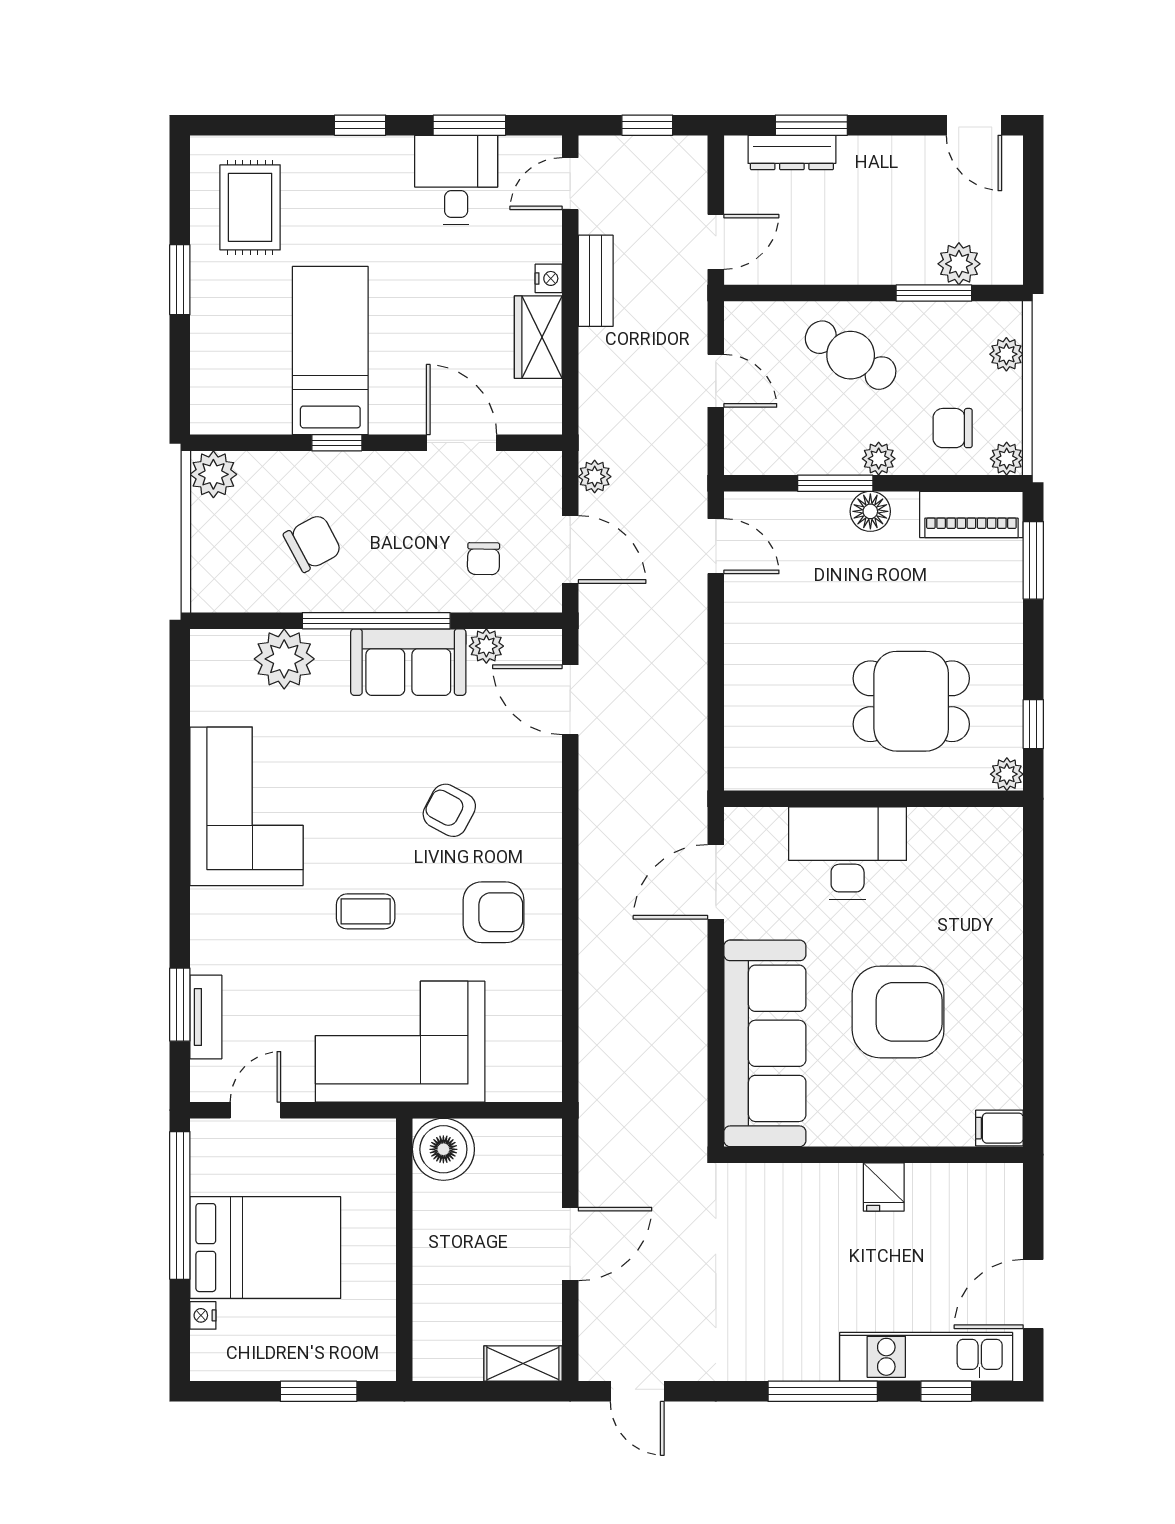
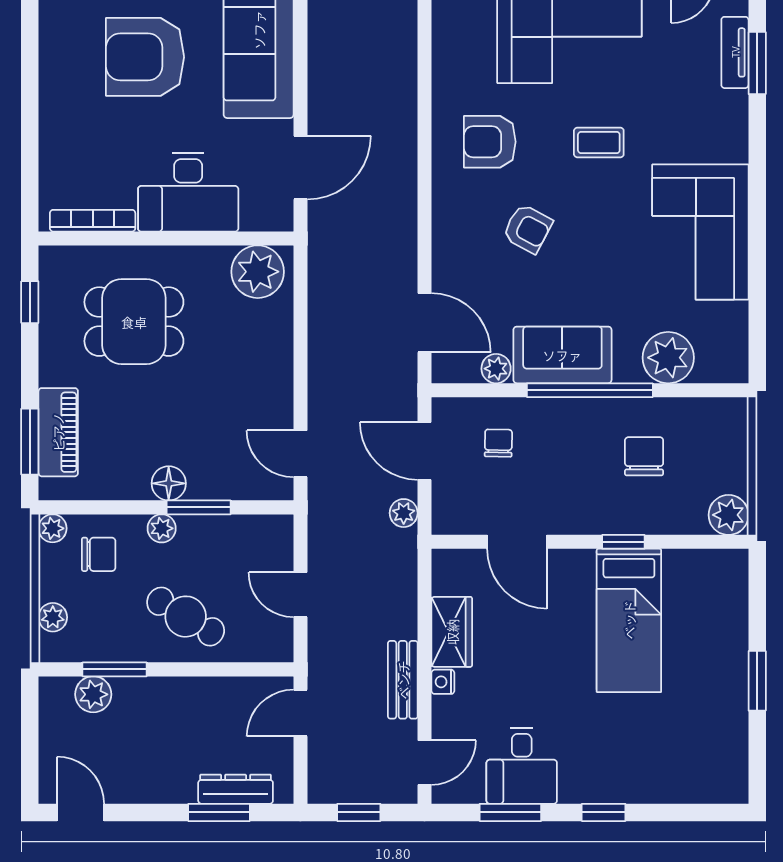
rug: (250, 207) -> (697, 742), removed
piano: (971, 514) -> (58, 432), moved, turned 90
chair: (313, 543) -> (644, 456), turned 118
plant: (1007, 774) -> (258, 272), moved, width x1.87, depth x1.87
bookcase: (960, 820) -> (93, 221), added

